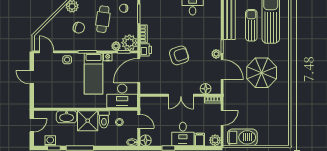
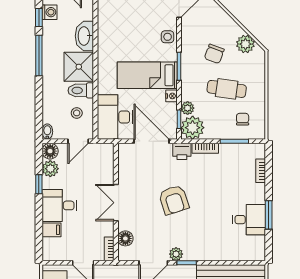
plant: (215, 140) -> (50, 169), moved

